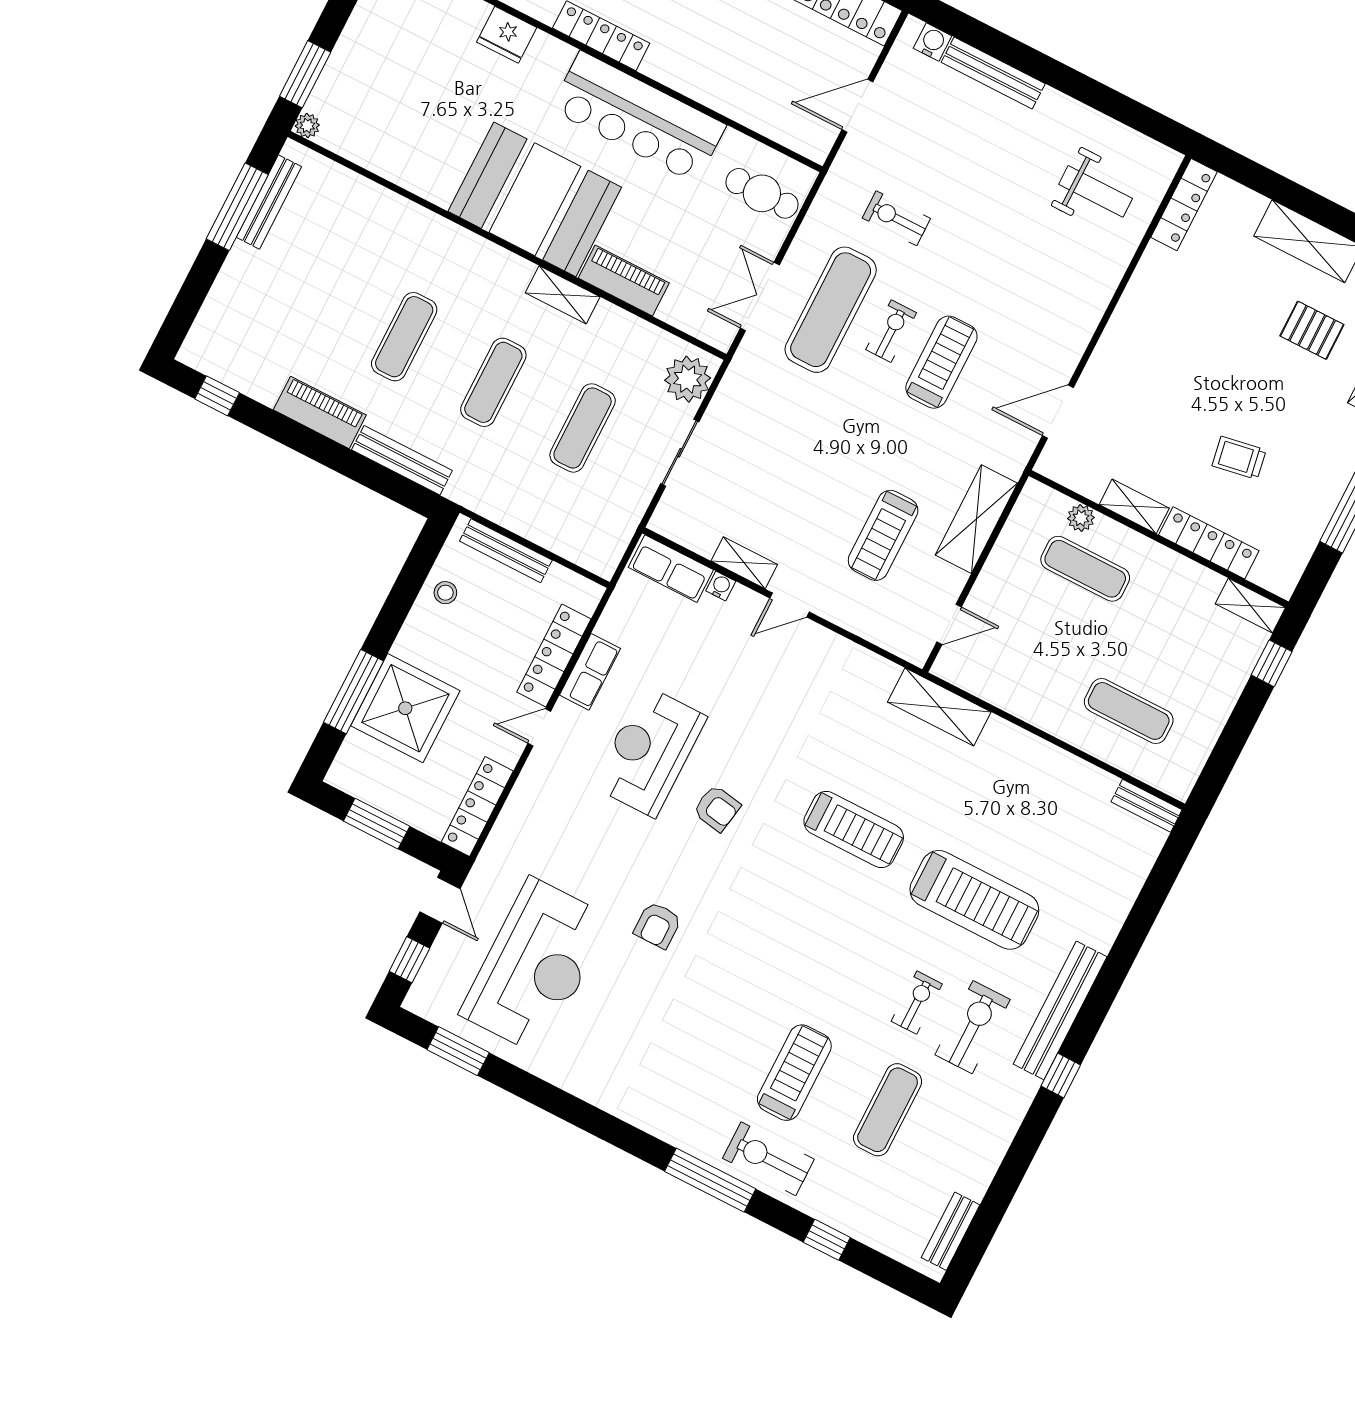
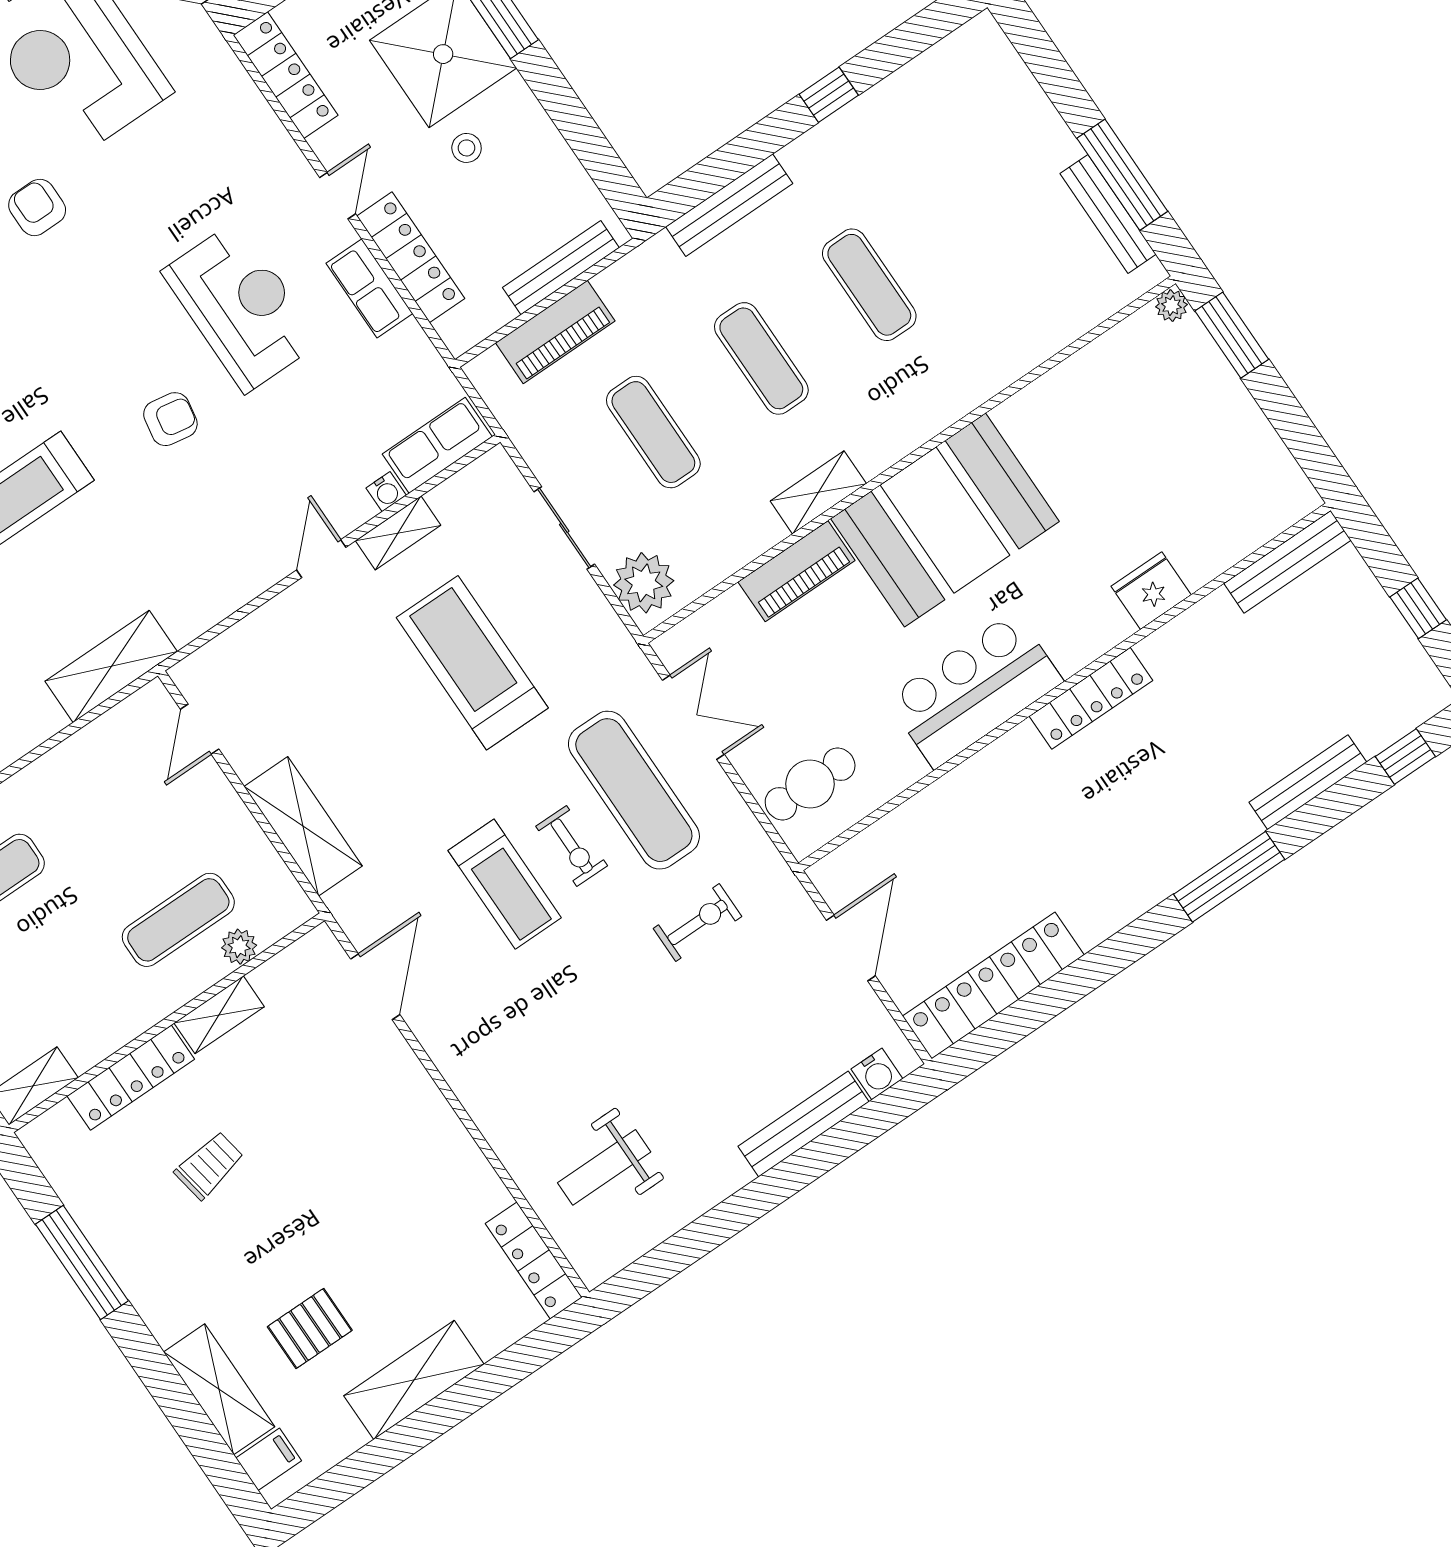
bar counter: (638, 117) -> (975, 690), width x0.73
window: (217, 396) -> (829, 95), moved
piano: (320, 412) -> (555, 332), moved
treadmill: (883, 535) -> (472, 663), moved, width x1.37, depth x1.38
stool: (445, 593) -> (467, 148), moved
armchair: (717, 808) -> (170, 419), moved, turned 180

